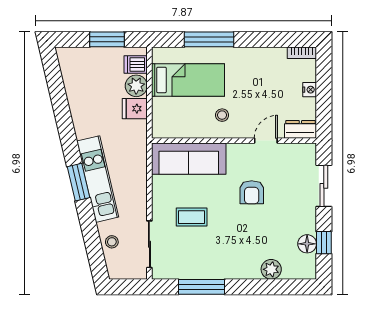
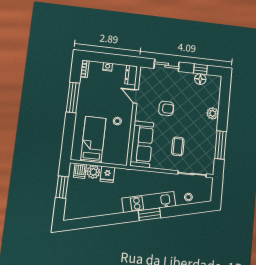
window: (209, 39) -> (73, 97), moved
plant: (271, 269) -> (213, 113), moved

